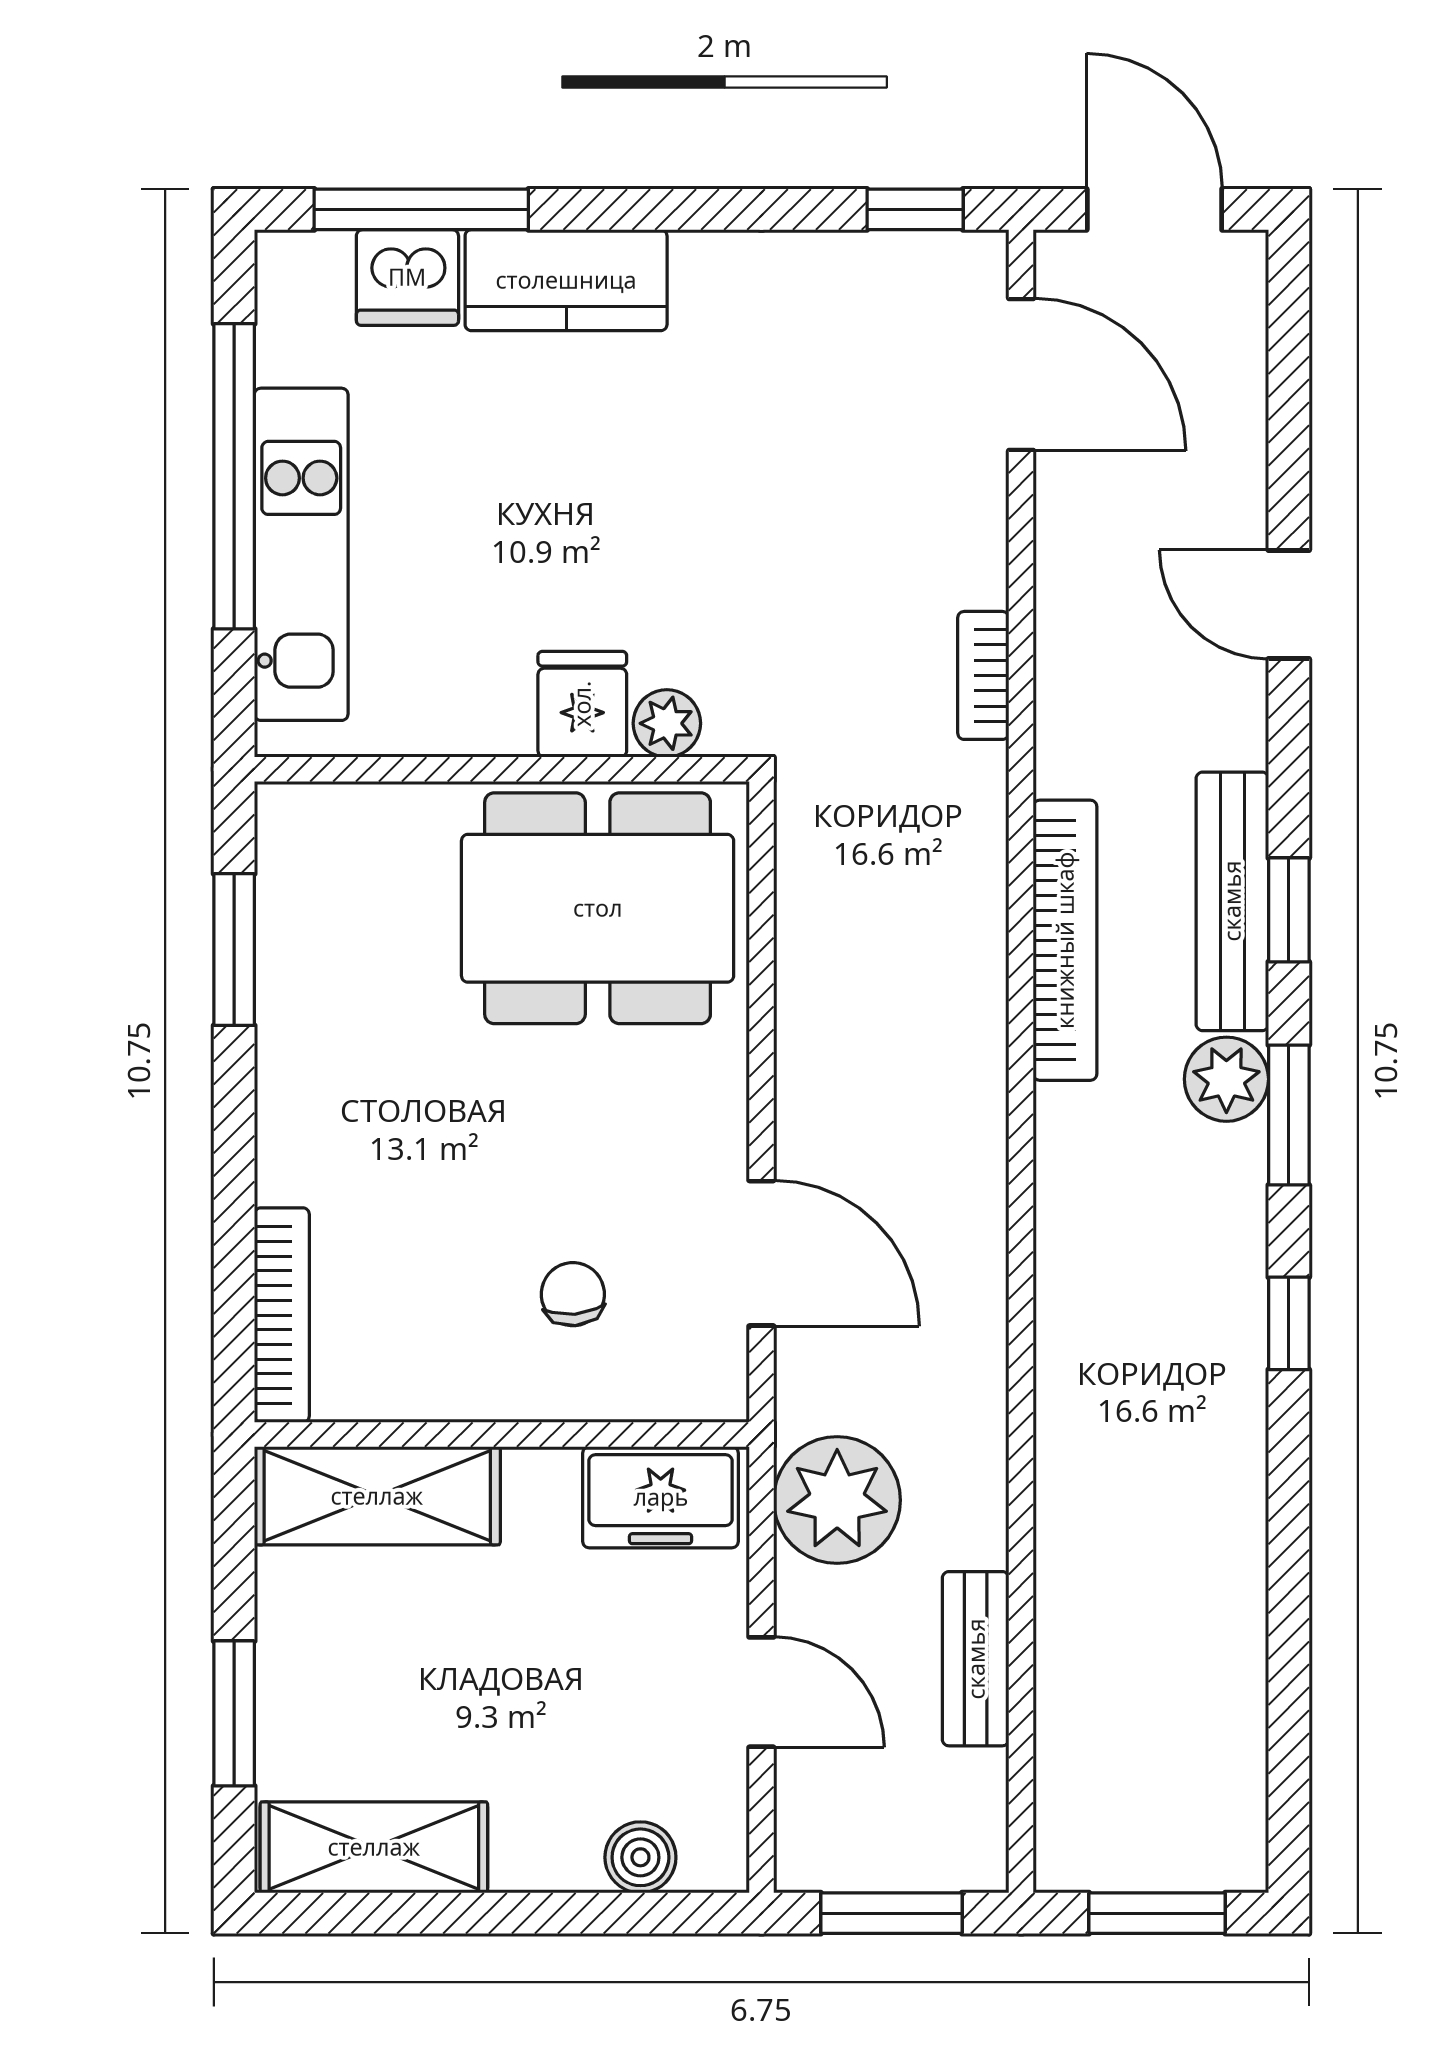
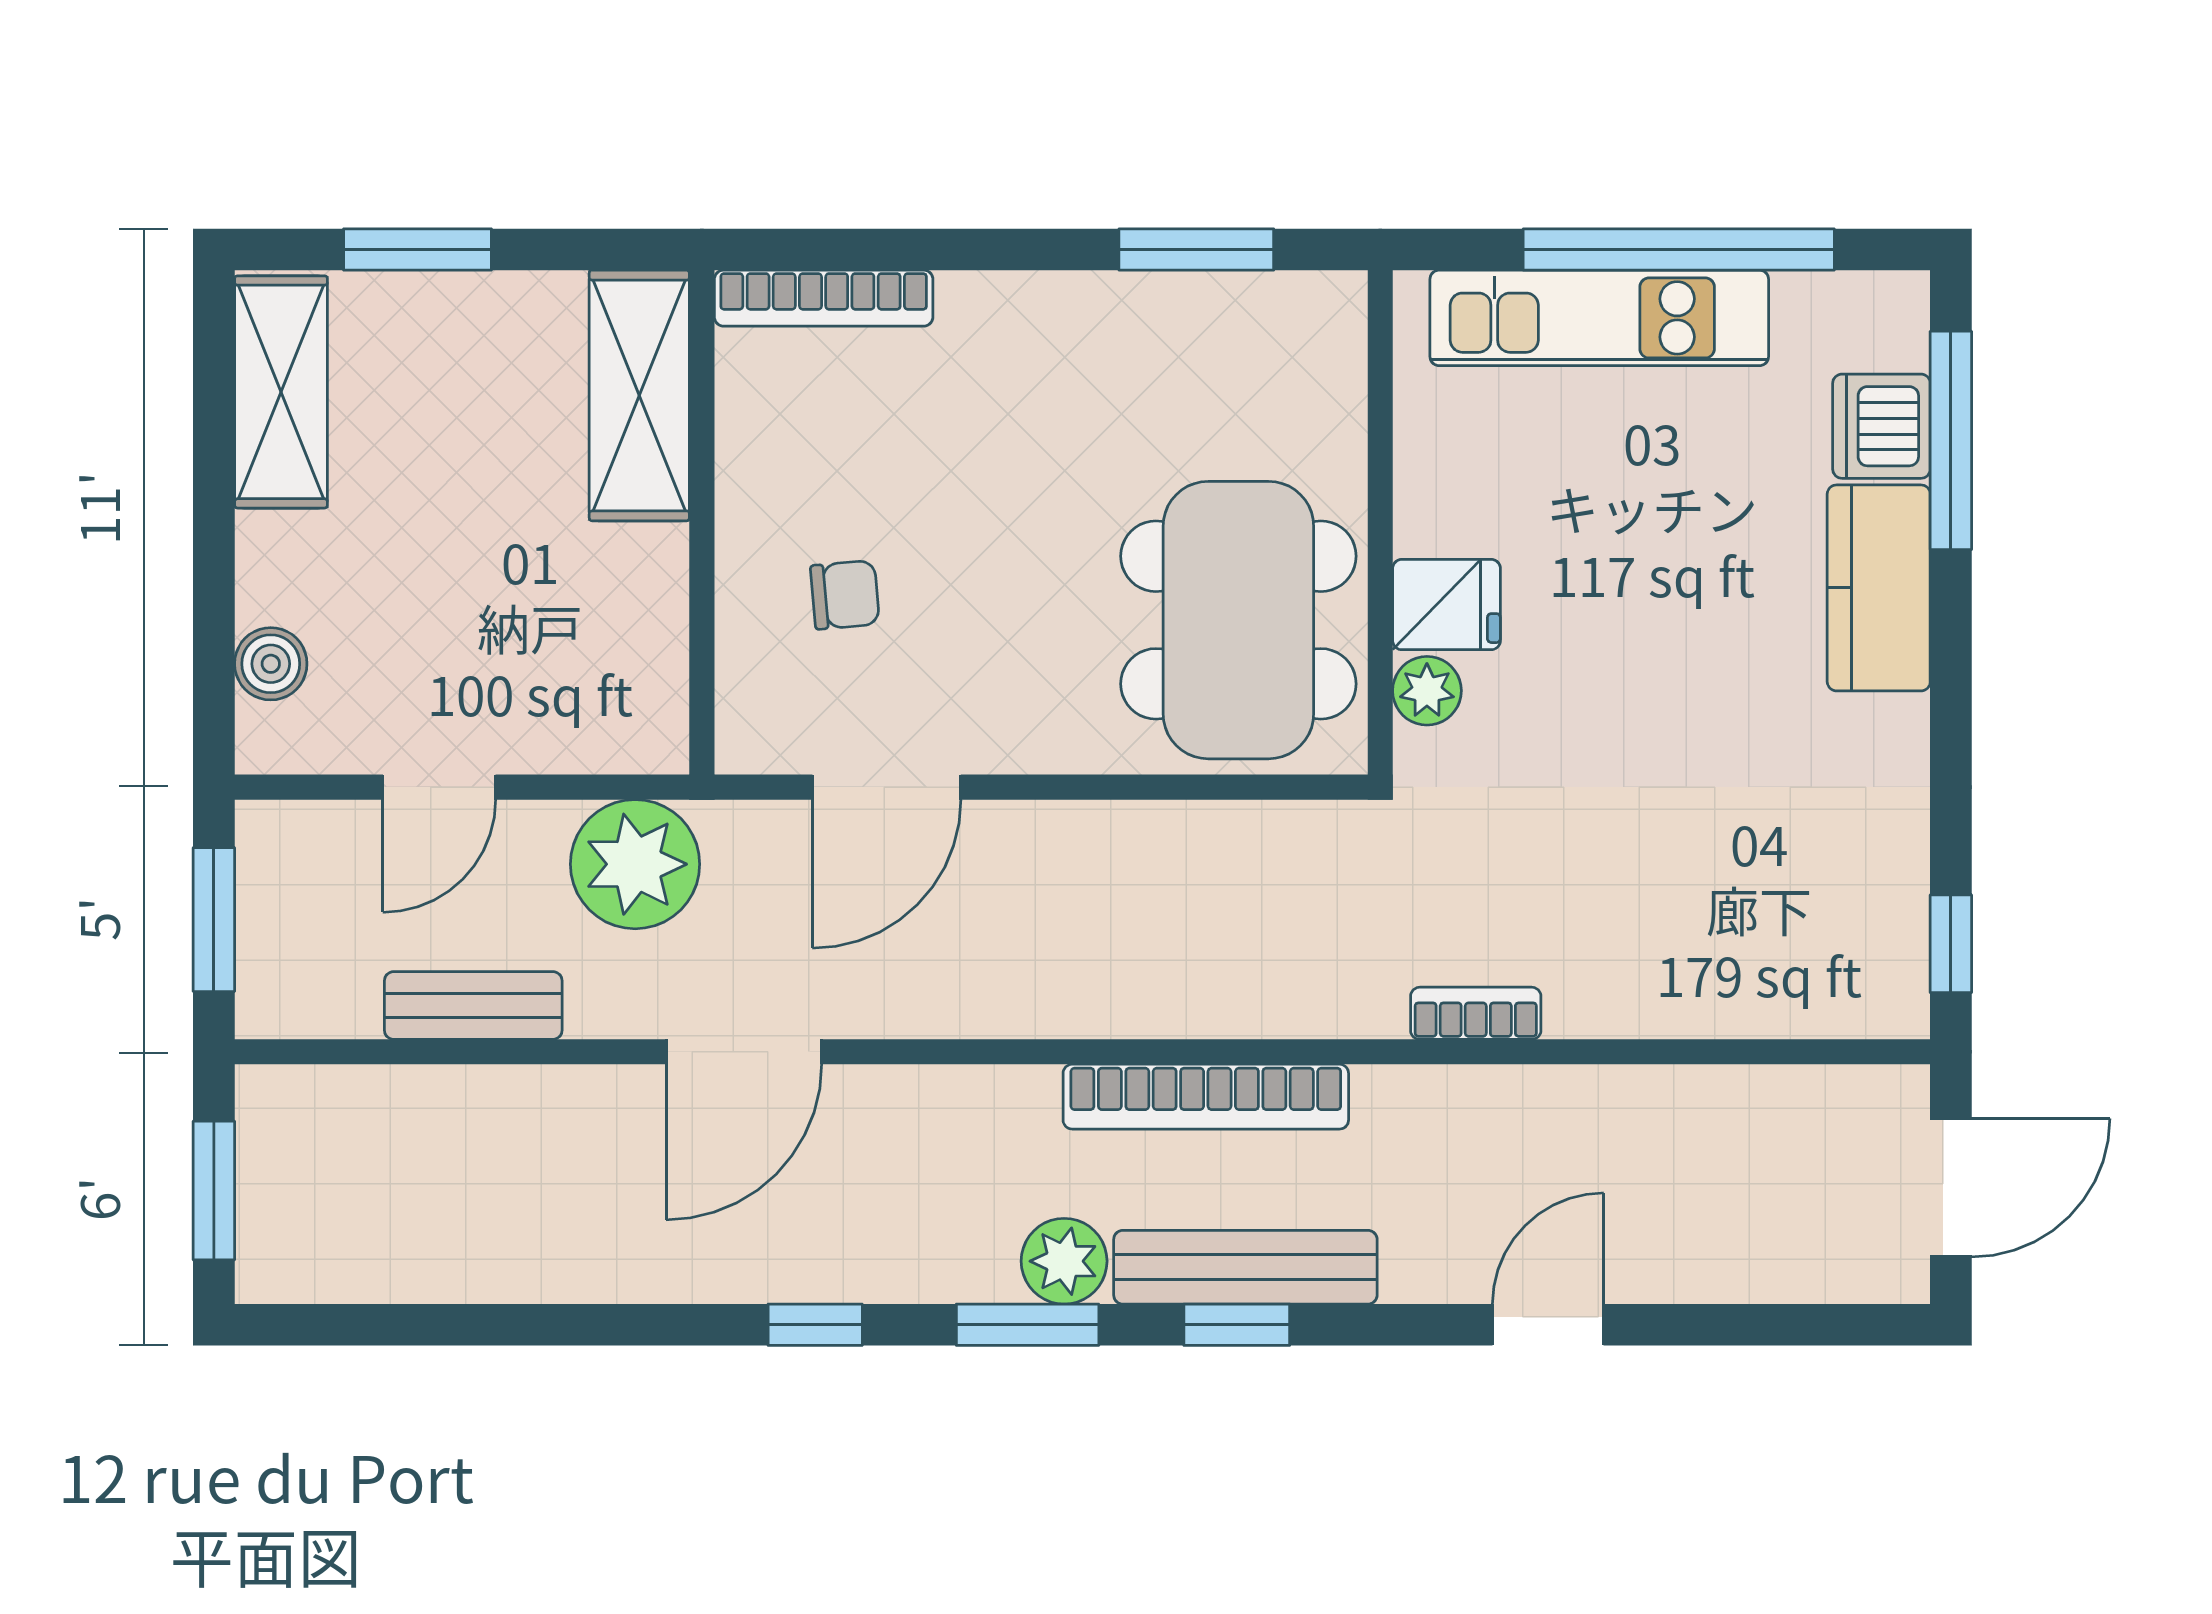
door: (1021, 374) -> (744, 1052), moved
freezer: (661, 1497) -> (638, 684), removed

